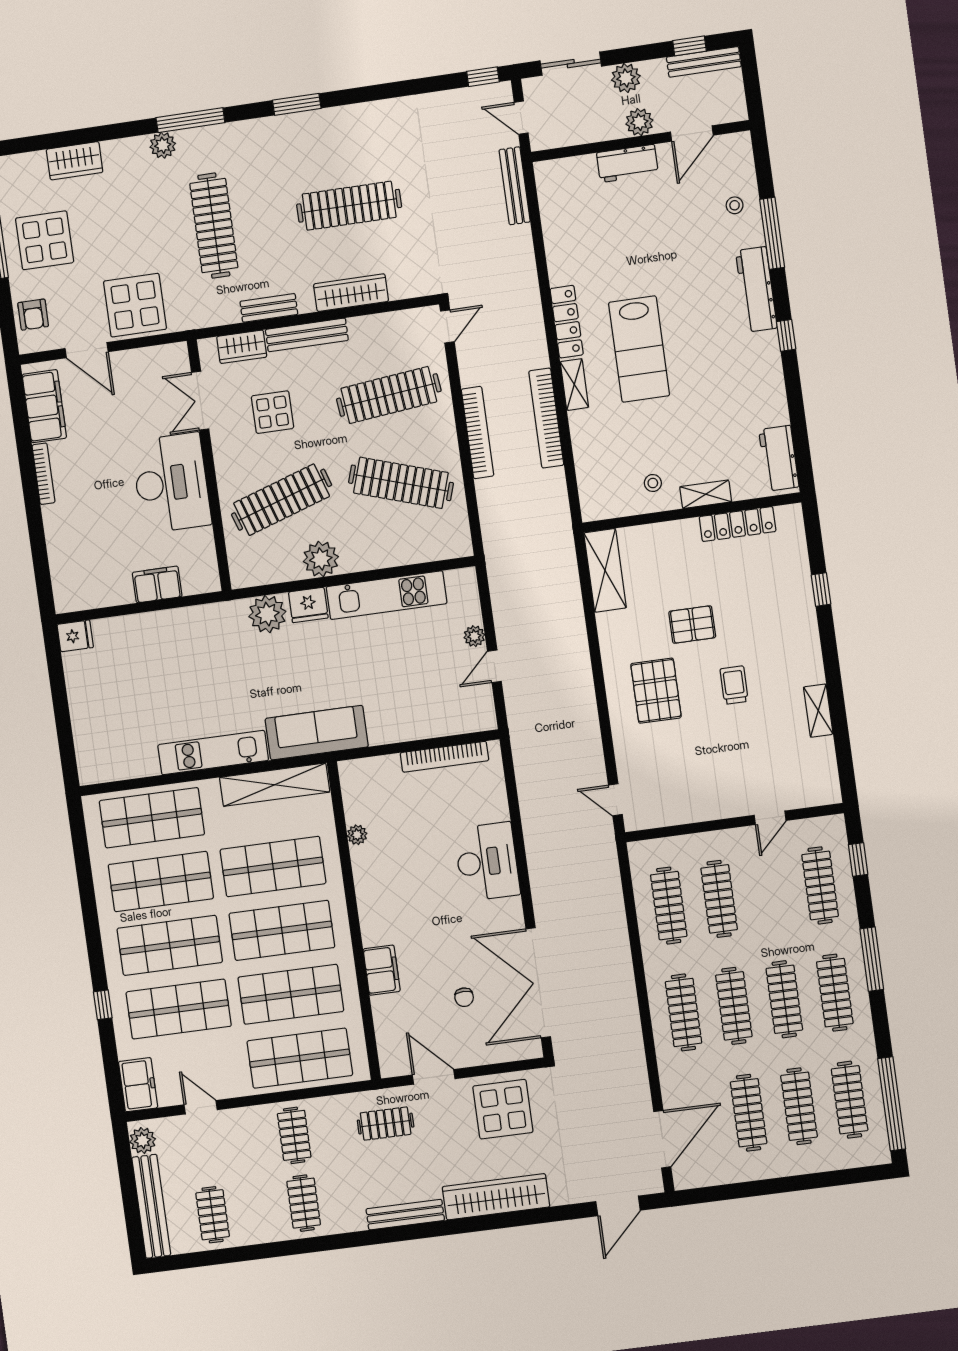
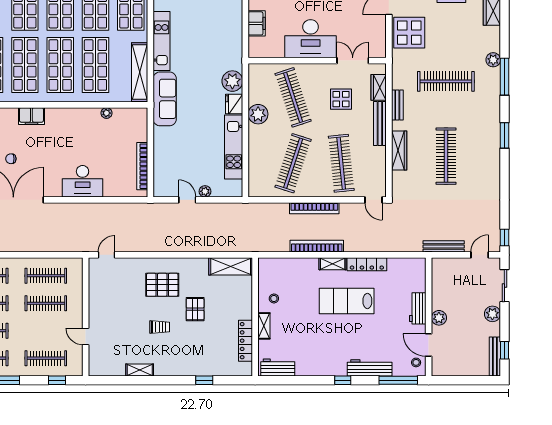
plant: (639, 122) -> (439, 318), moved
door: (692, 134) -> (429, 345), moved
wall: (640, 141) -> (429, 317), moved
workbench: (627, 163) -> (418, 308), moved

